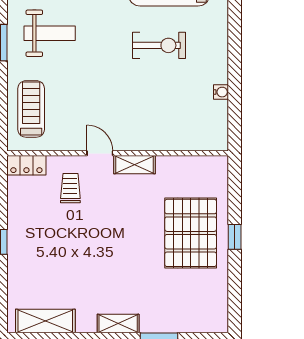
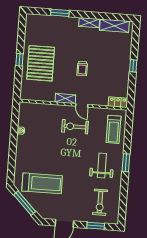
weight bench: (50, 33) -> (102, 165), turned 90
exercise bike: (159, 45) -> (75, 127), moved
trolley: (70, 188) -> (82, 69), moved
shelving: (118, 324) -> (89, 23), moved

